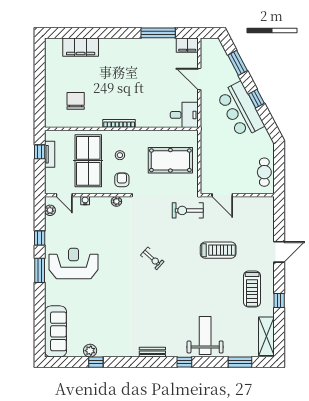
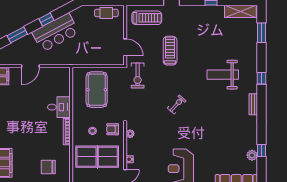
desk: (184, 115) -> (59, 107), moved, turned 90
door: (222, 195) -> (125, 47), hinge flipped
treadmill: (252, 289) -> (147, 18), moved
weight bench: (205, 335) -> (223, 75), moved

